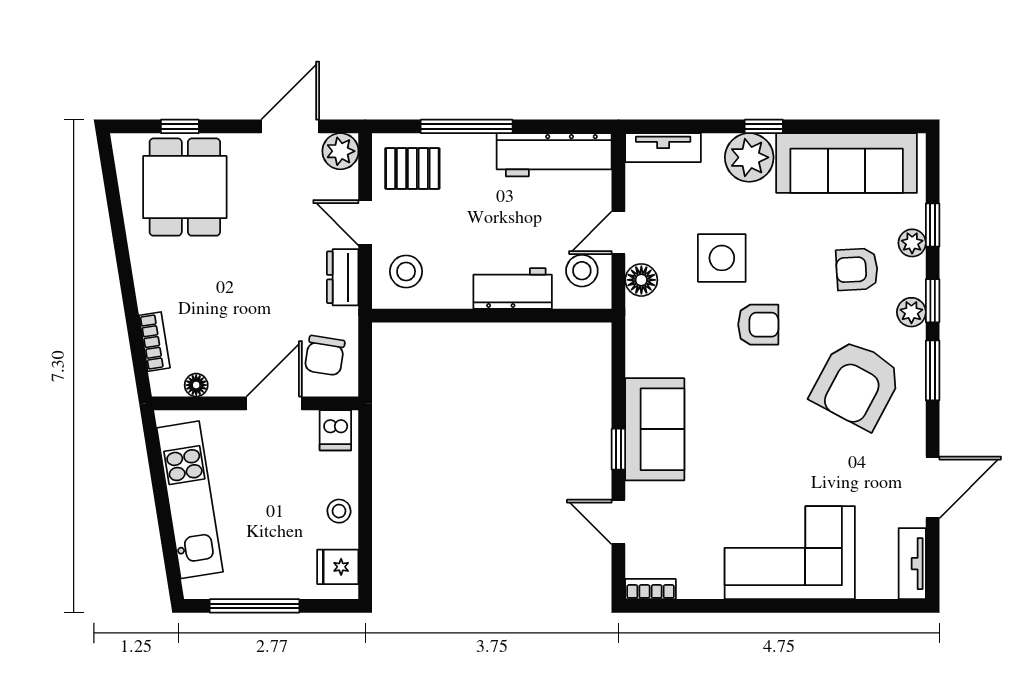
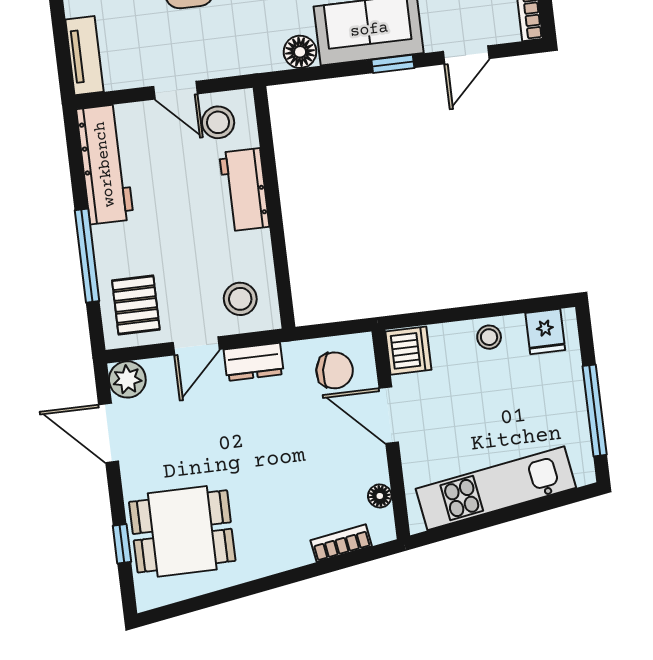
floor lamp: (641, 280) -> (300, 52), moved
dishwasher: (335, 430) -> (408, 351), width x1.38

